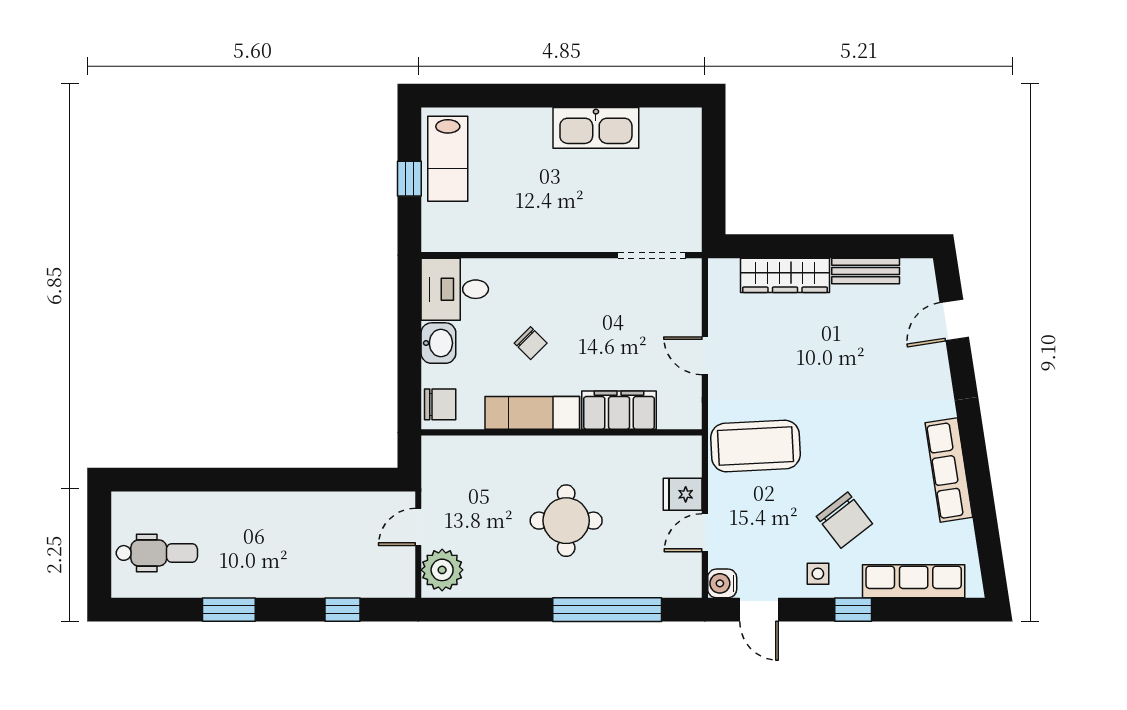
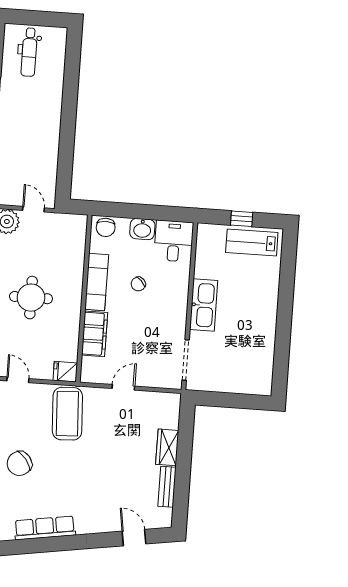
kitchen sink: (596, 128) -> (204, 305), moved, turned 180
wardrobe: (785, 275) -> (167, 447), width x0.67
fridge: (683, 494) -> (65, 372), moved, turned -90

